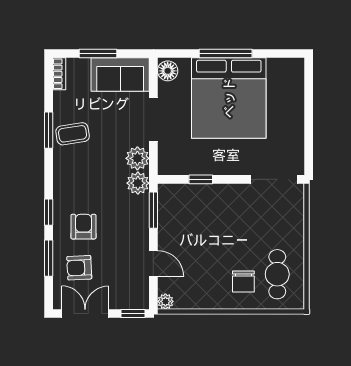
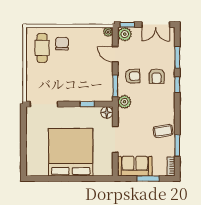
window: (226, 54) -> (73, 178), removed
floor lamp: (168, 71) -> (107, 112), moved
window: (49, 130) -> (177, 145), moved
plant: (137, 158) -> (125, 34), moved
armchair: (79, 268) -> (133, 76), moved

